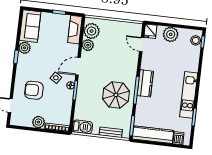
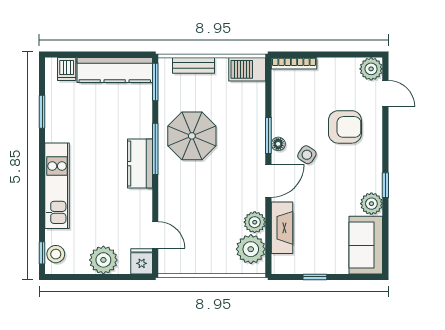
fireplace: (75, 30) -> (282, 228), moved
kitchen unit: (189, 95) -> (57, 186), moved
plant: (38, 122) -> (371, 69), moved

